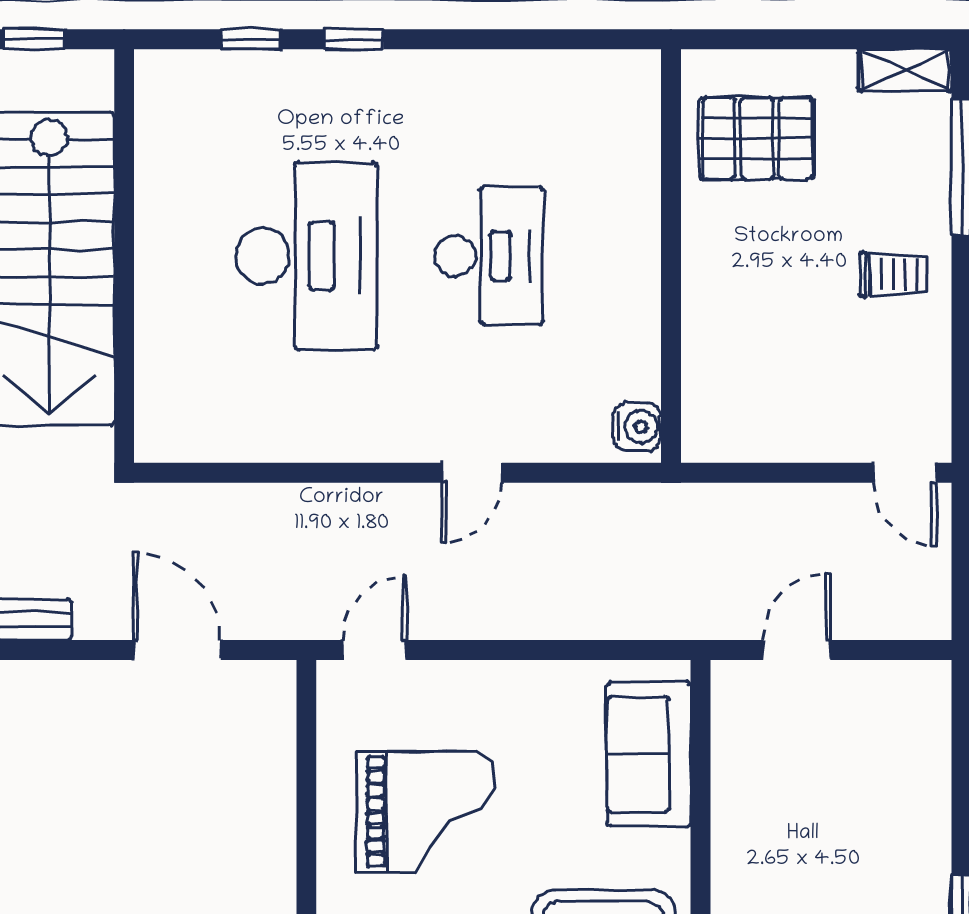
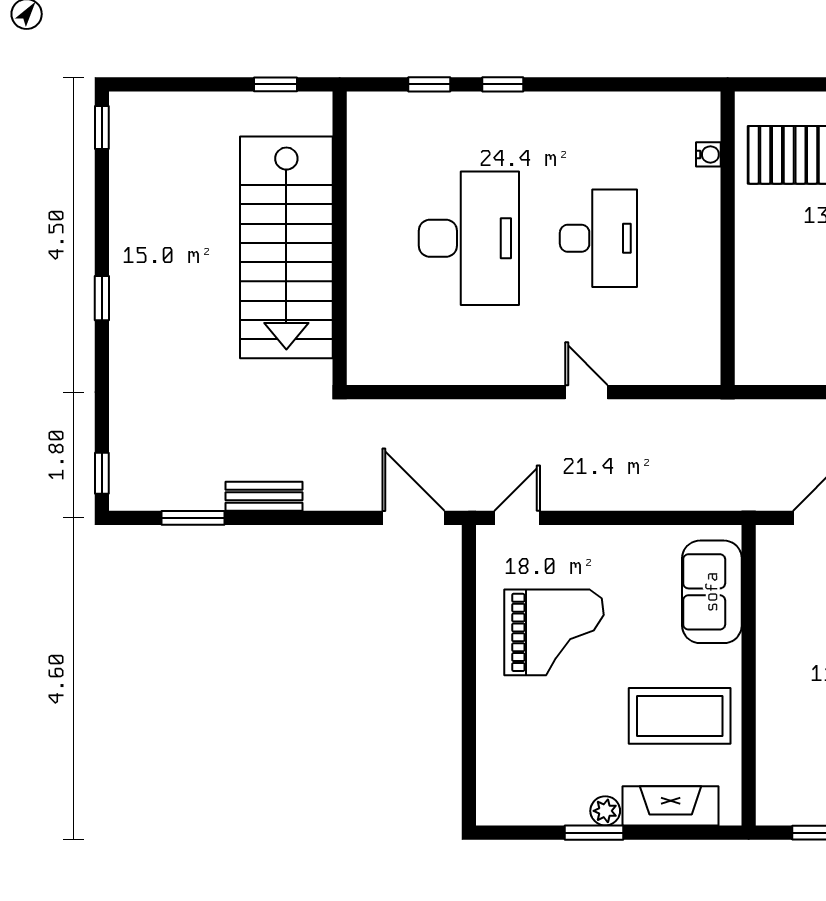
water cooler: (637, 427) -> (708, 154), moved, width x0.72, depth x0.72
door: (472, 473) -> (586, 392), swing flipped
door: (177, 650) -> (413, 518), moved

